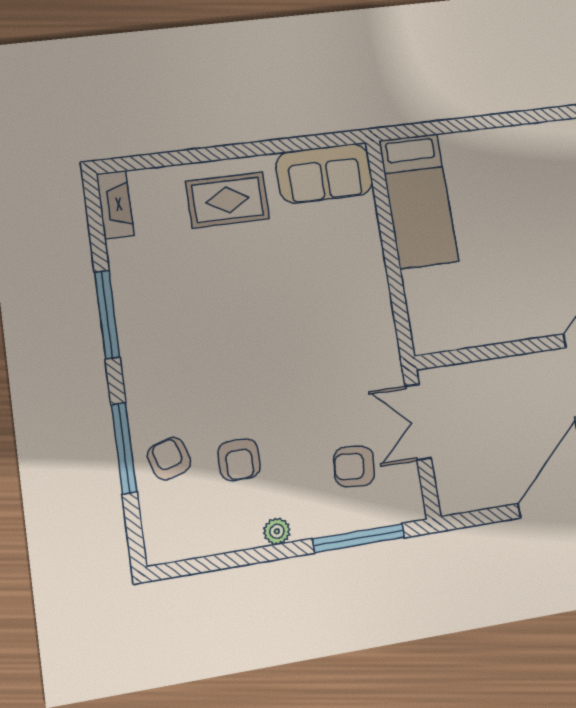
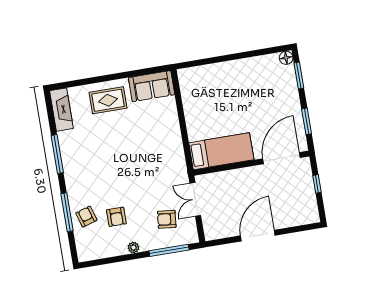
bed: (418, 201) -> (221, 151), moved, turned -90
fireplace: (115, 205) -> (61, 110), width x1.37, depth x1.32

